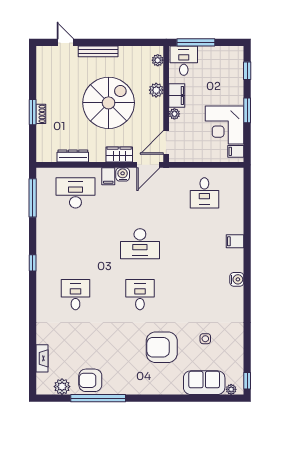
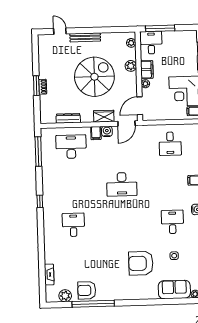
desk: (140, 295) -> (172, 222), moved

